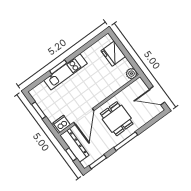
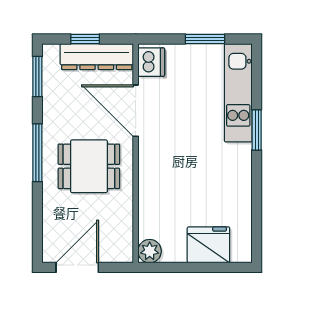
kitchen unit: (66, 72) -> (238, 93), moved

